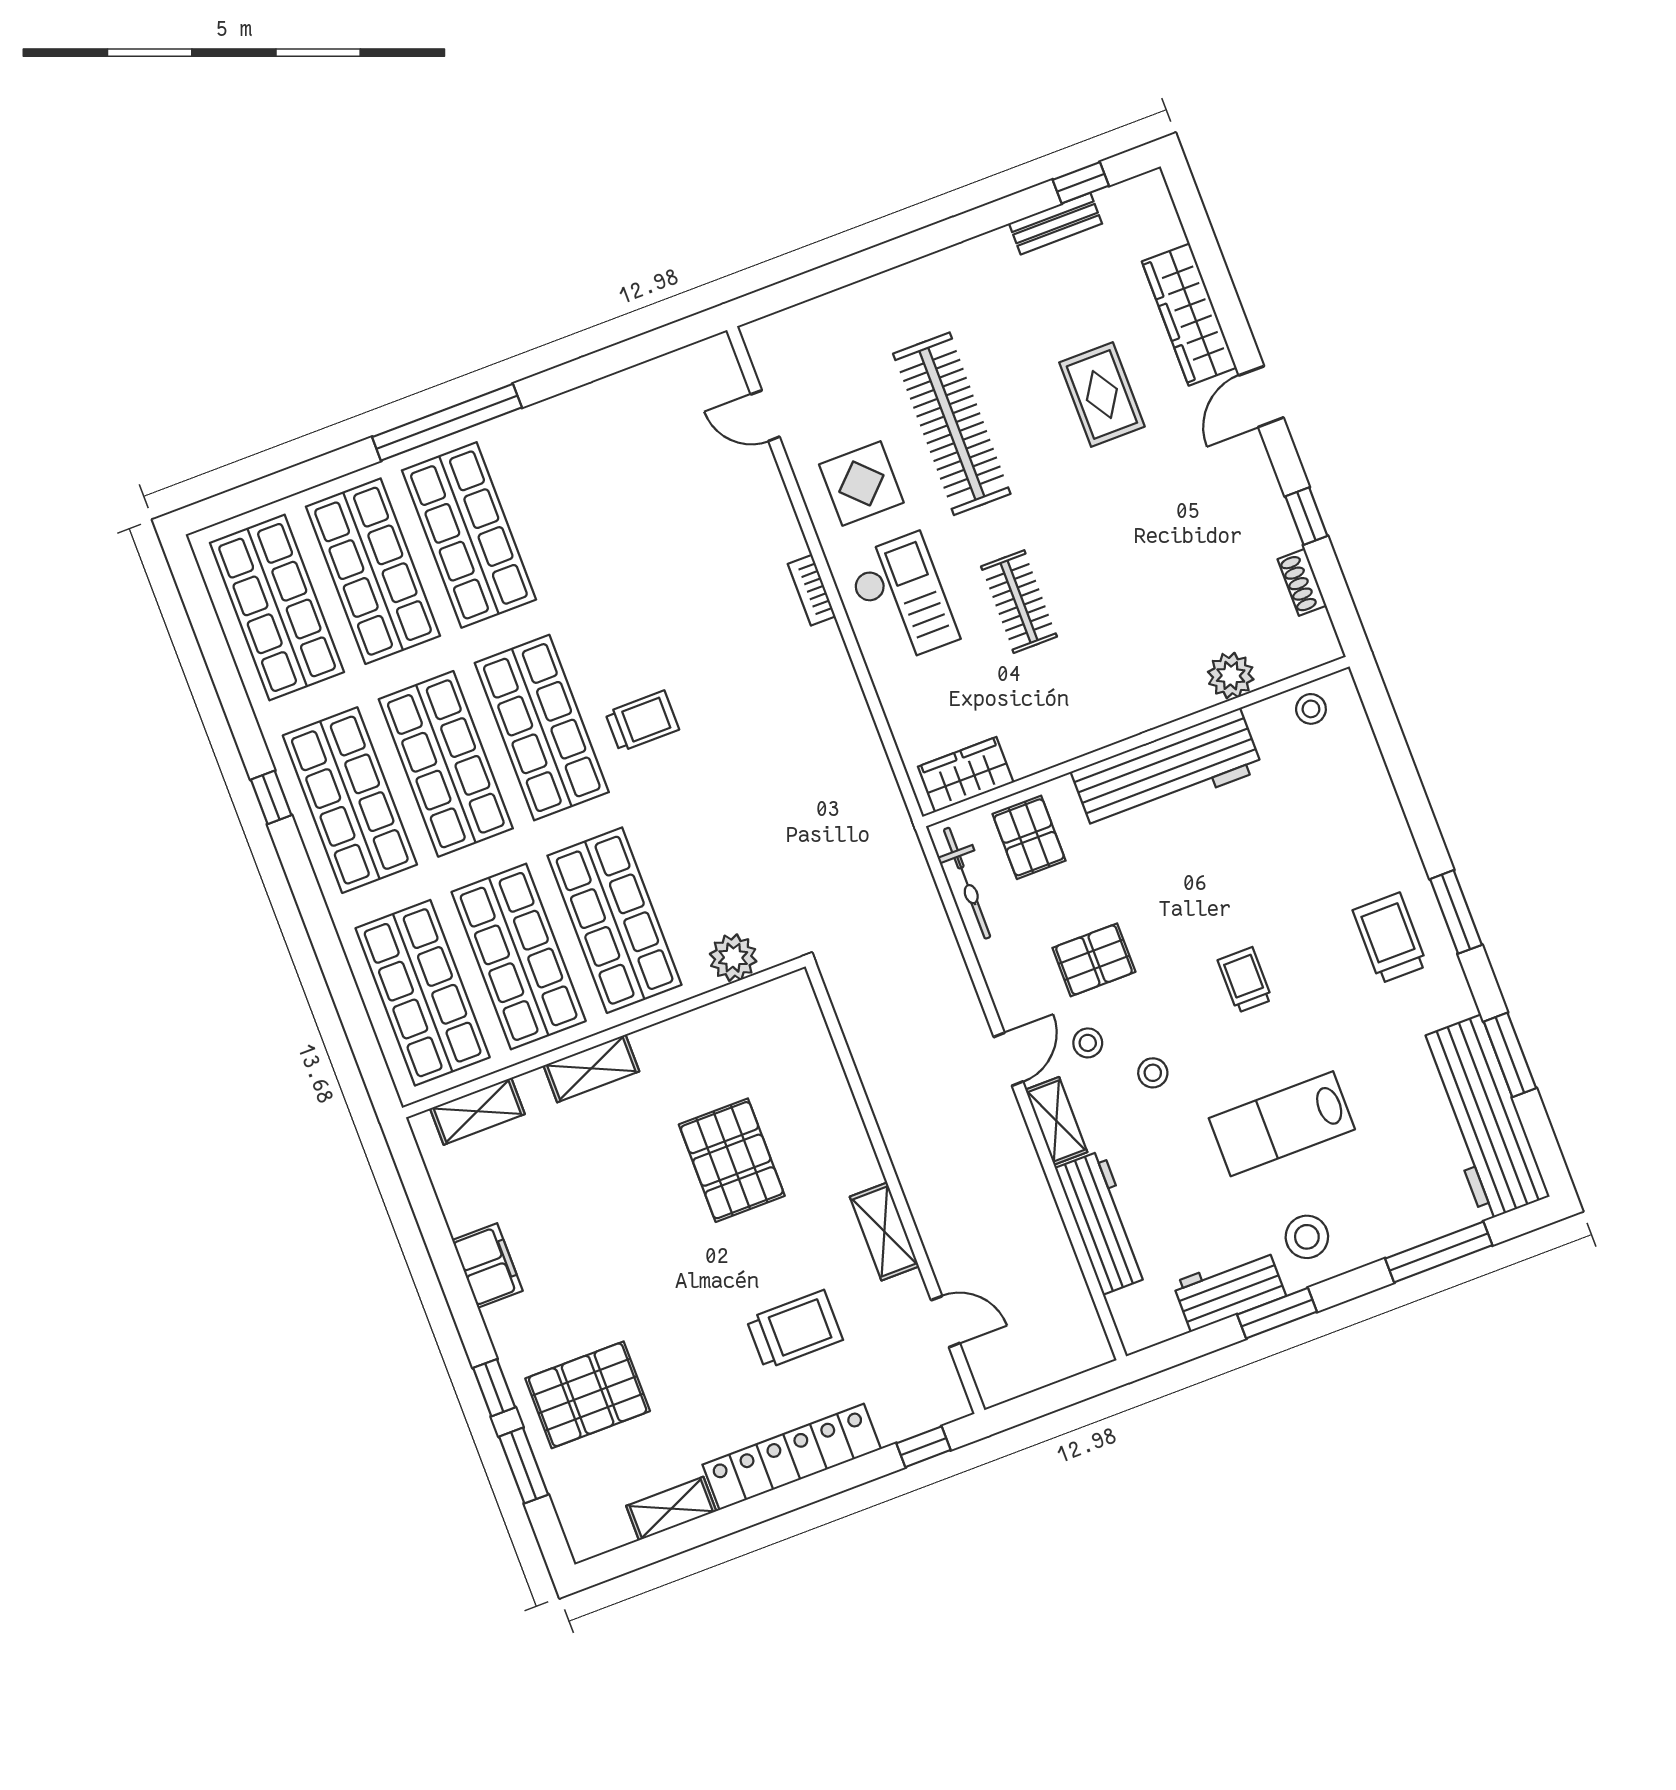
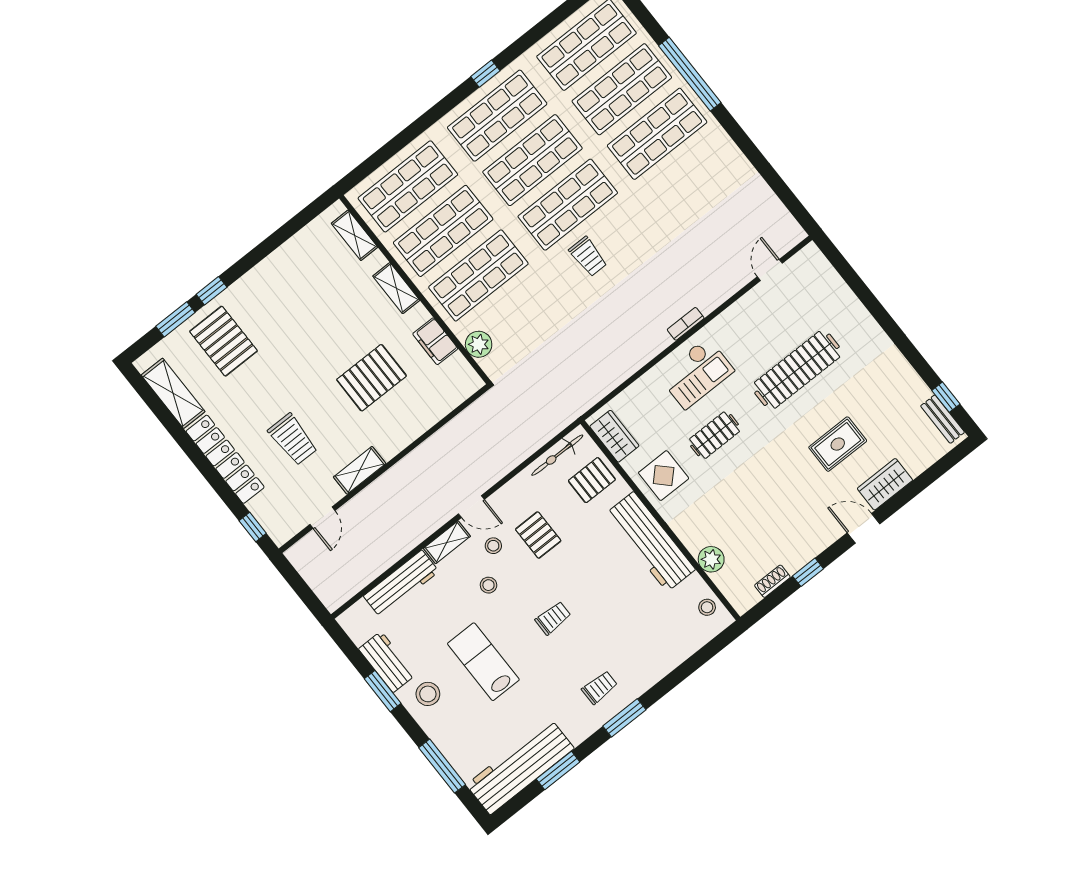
bench: (1056, 224) -> (943, 419), moved
wardrobe: (1189, 315) -> (885, 484), width x0.67
window: (447, 422) -> (690, 74), moved
display table: (861, 483) -> (664, 476), moved
trolley: (1390, 938) -> (600, 687), width x0.73, depth x0.72
filing cabinet: (487, 1266) -> (435, 341), moved, turned 90
shelving: (671, 1509) -> (173, 393), width x1.50, depth x1.33

